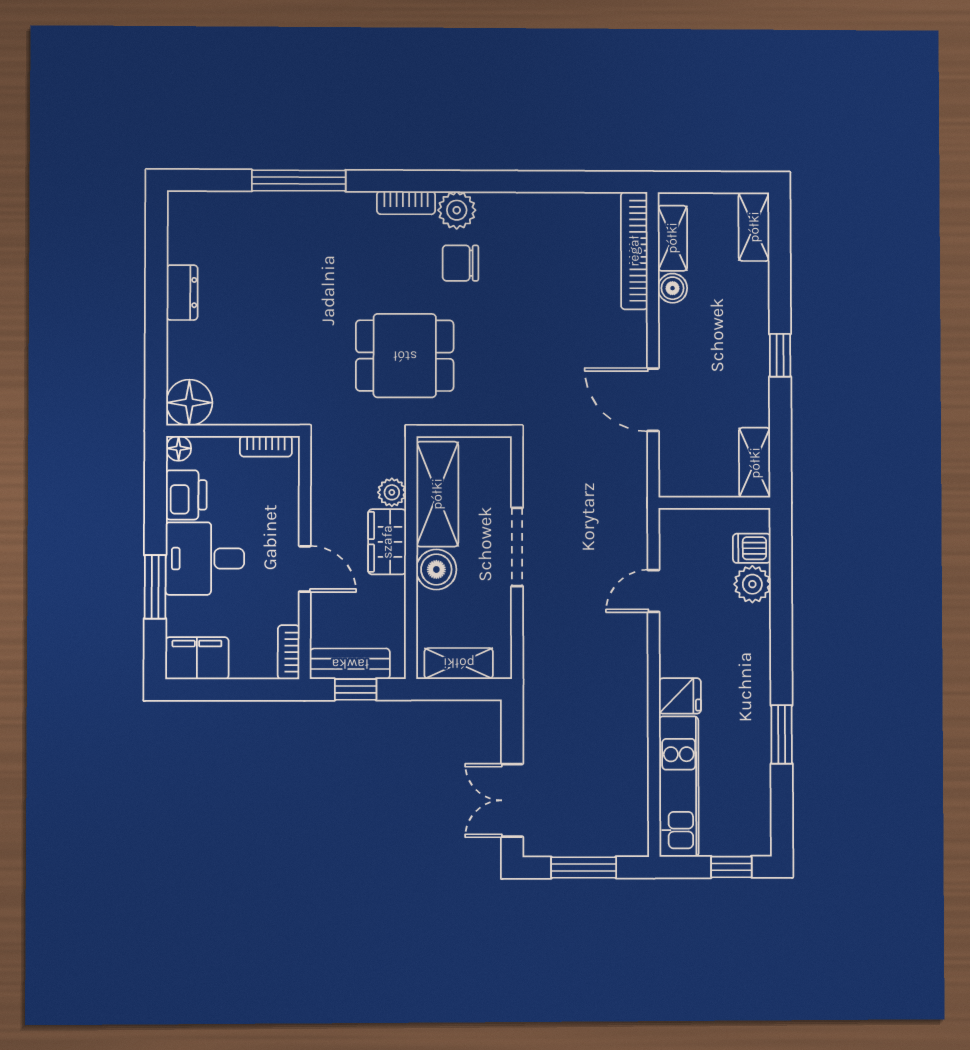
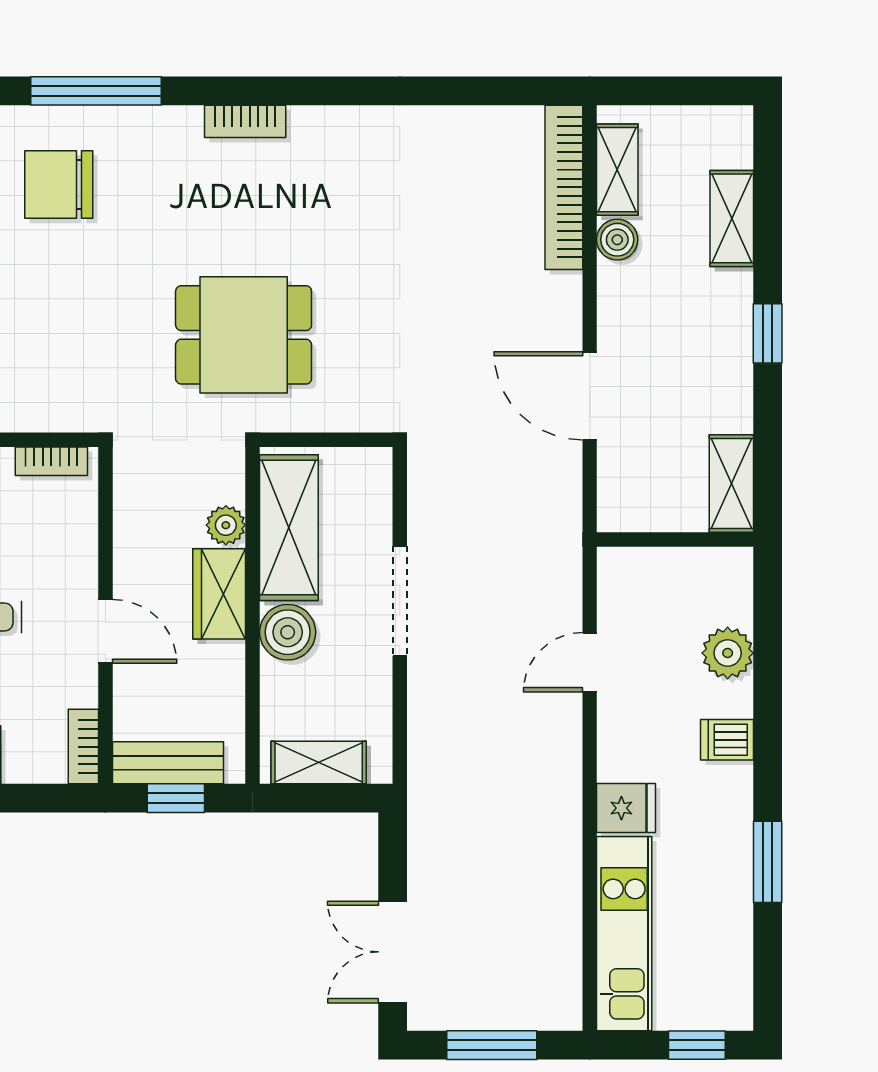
plant: (457, 210) -> (316, 131), removed
shelving: (754, 227) -> (732, 218), moved
chair: (460, 263) -> (59, 185), moved, width x1.37, depth x1.37
dishwasher: (752, 548) -> (727, 740), moved

